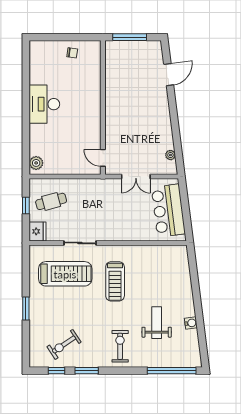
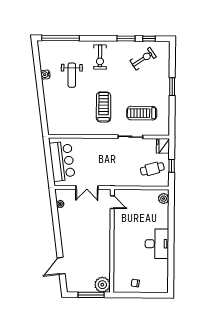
plant: (115, 50) -> (102, 285), added
double door: (136, 177) -> (87, 188), swing flipped
treadmill: (65, 274) -> (142, 113), width x0.73, depth x0.73

